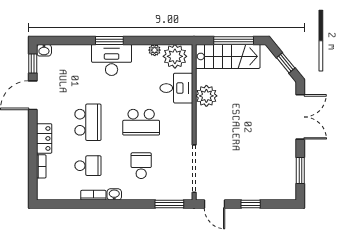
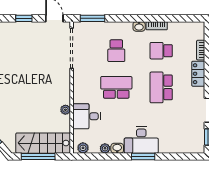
washbasin: (44, 50) -> (117, 148), moved
plant: (175, 56) -> (83, 148), width x0.53, depth x0.53
plant: (206, 96) -> (65, 110), width x0.53, depth x0.53

